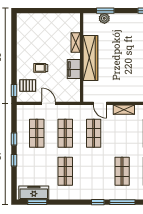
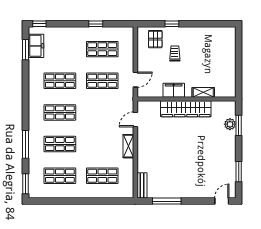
window: (14, 91) -> (172, 24), moved
door: (49, 103) -> (135, 80), moved
shop shelf: (94, 133) -> (60, 112), moved
window: (14, 160) -> (39, 24), moved
freezer: (34, 193) -> (36, 46), width x0.71
window: (98, 202) -> (25, 117), removed

